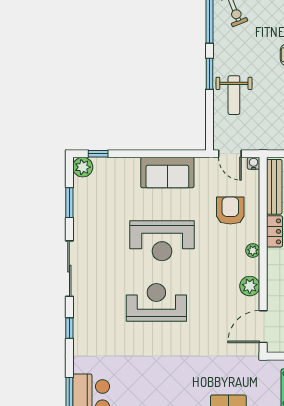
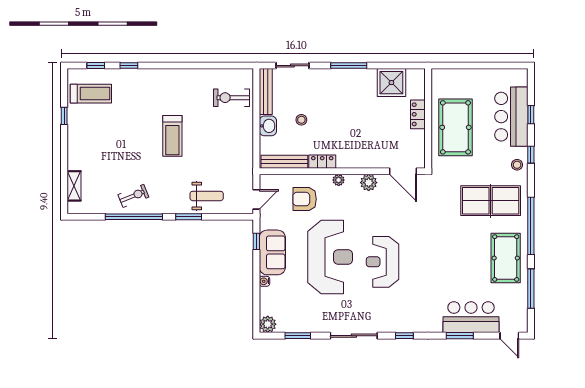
window: (98, 154) -> (256, 241), moved
water cooler: (254, 163) -> (264, 281), moved
reception desk: (162, 241) -> (330, 257), width x1.36, depth x1.30

